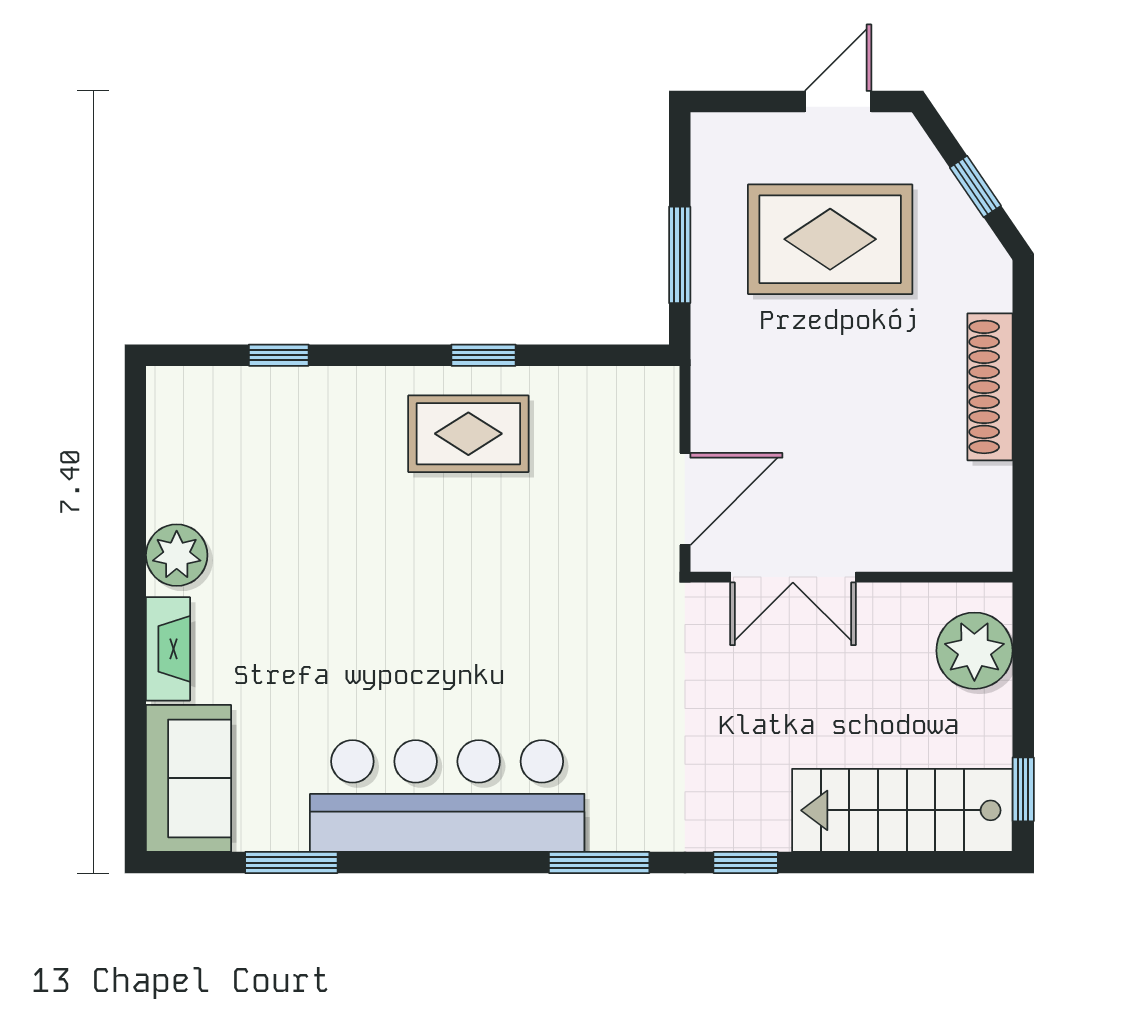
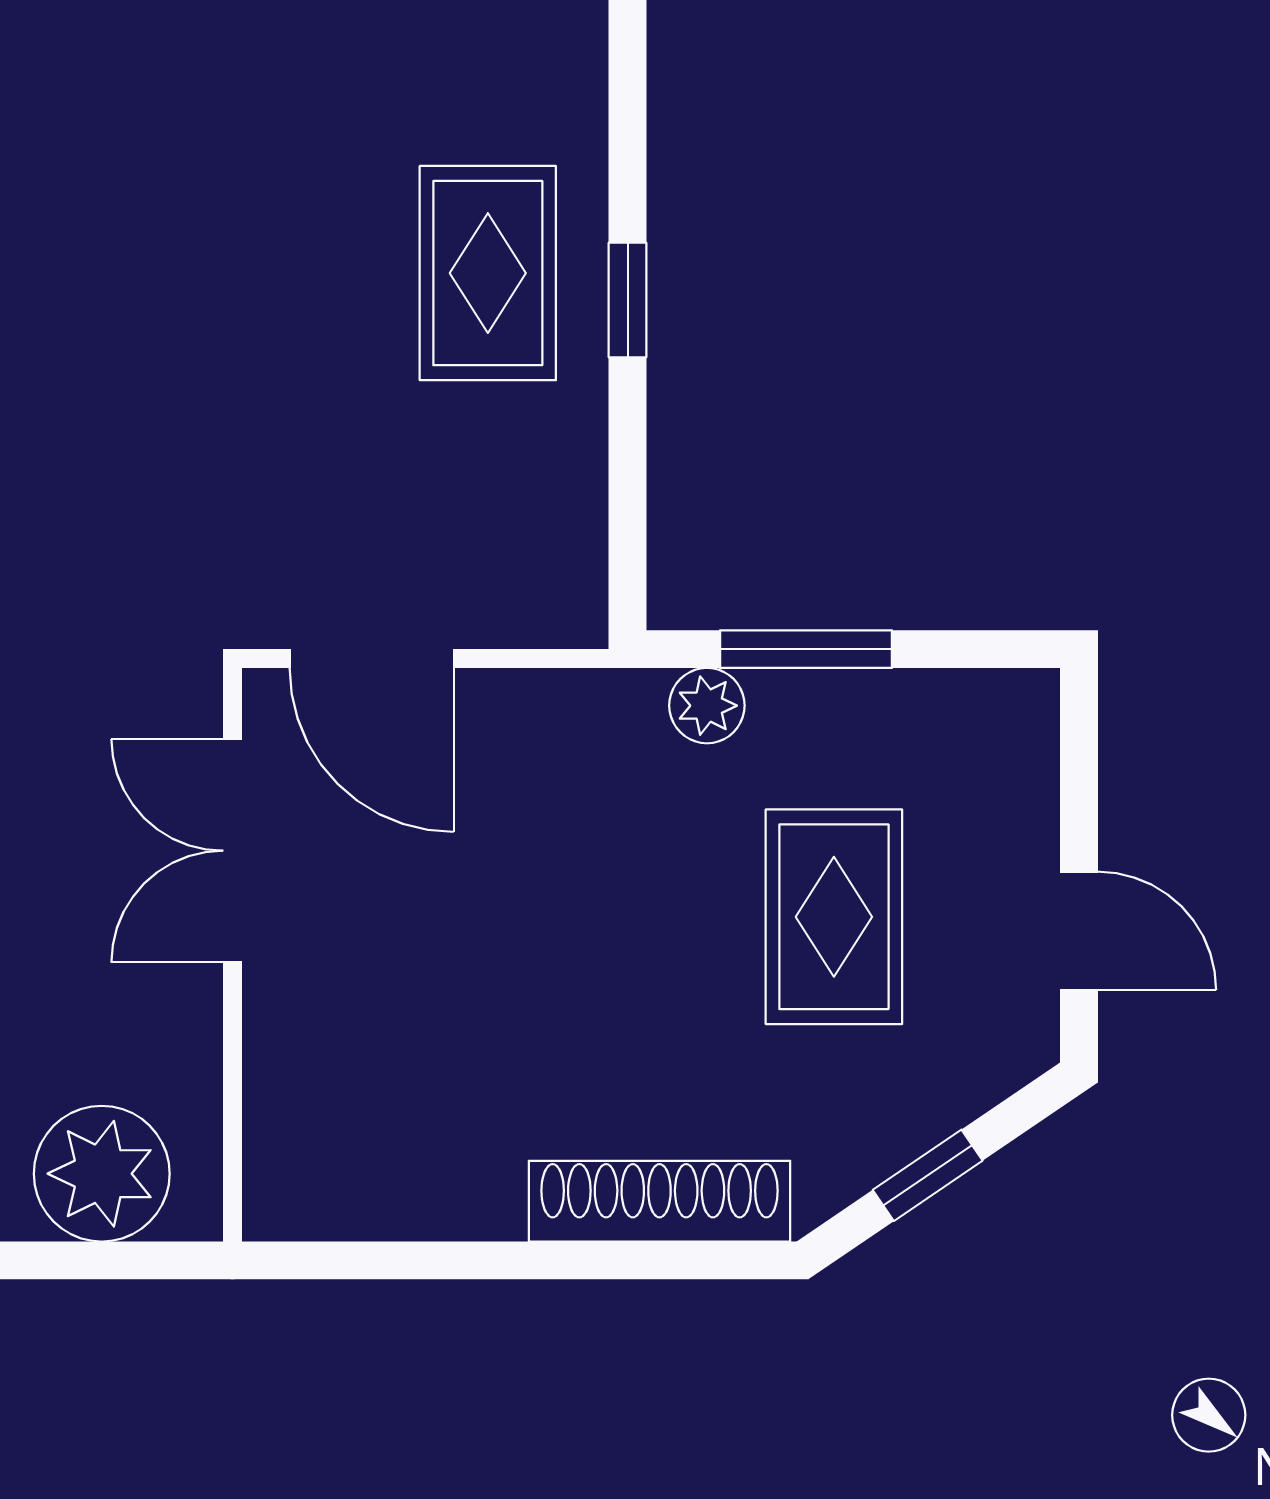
rug: (830, 239) -> (834, 917), width x0.73, depth x0.70
plant: (711, 311) -> (707, 706), added
shoe rack: (990, 387) -> (659, 1201), moved

